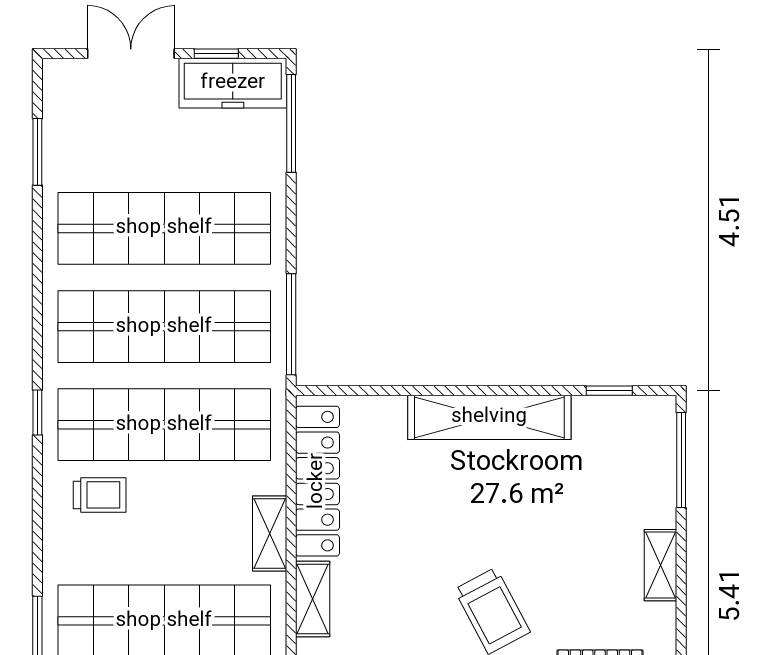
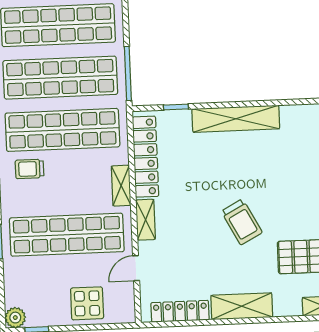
window: (609, 391) -> (176, 107), moved
trolley: (100, 495) -> (30, 169), turned 180

